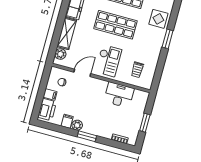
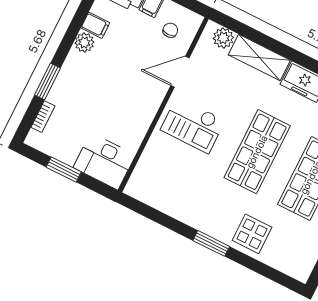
trolley: (137, 70) -> (165, 175), removed
door: (82, 73) -> (180, 72), swing flipped
desk: (119, 95) -> (104, 161), moved, turned 90
window: (87, 136) -> (47, 81), moved

